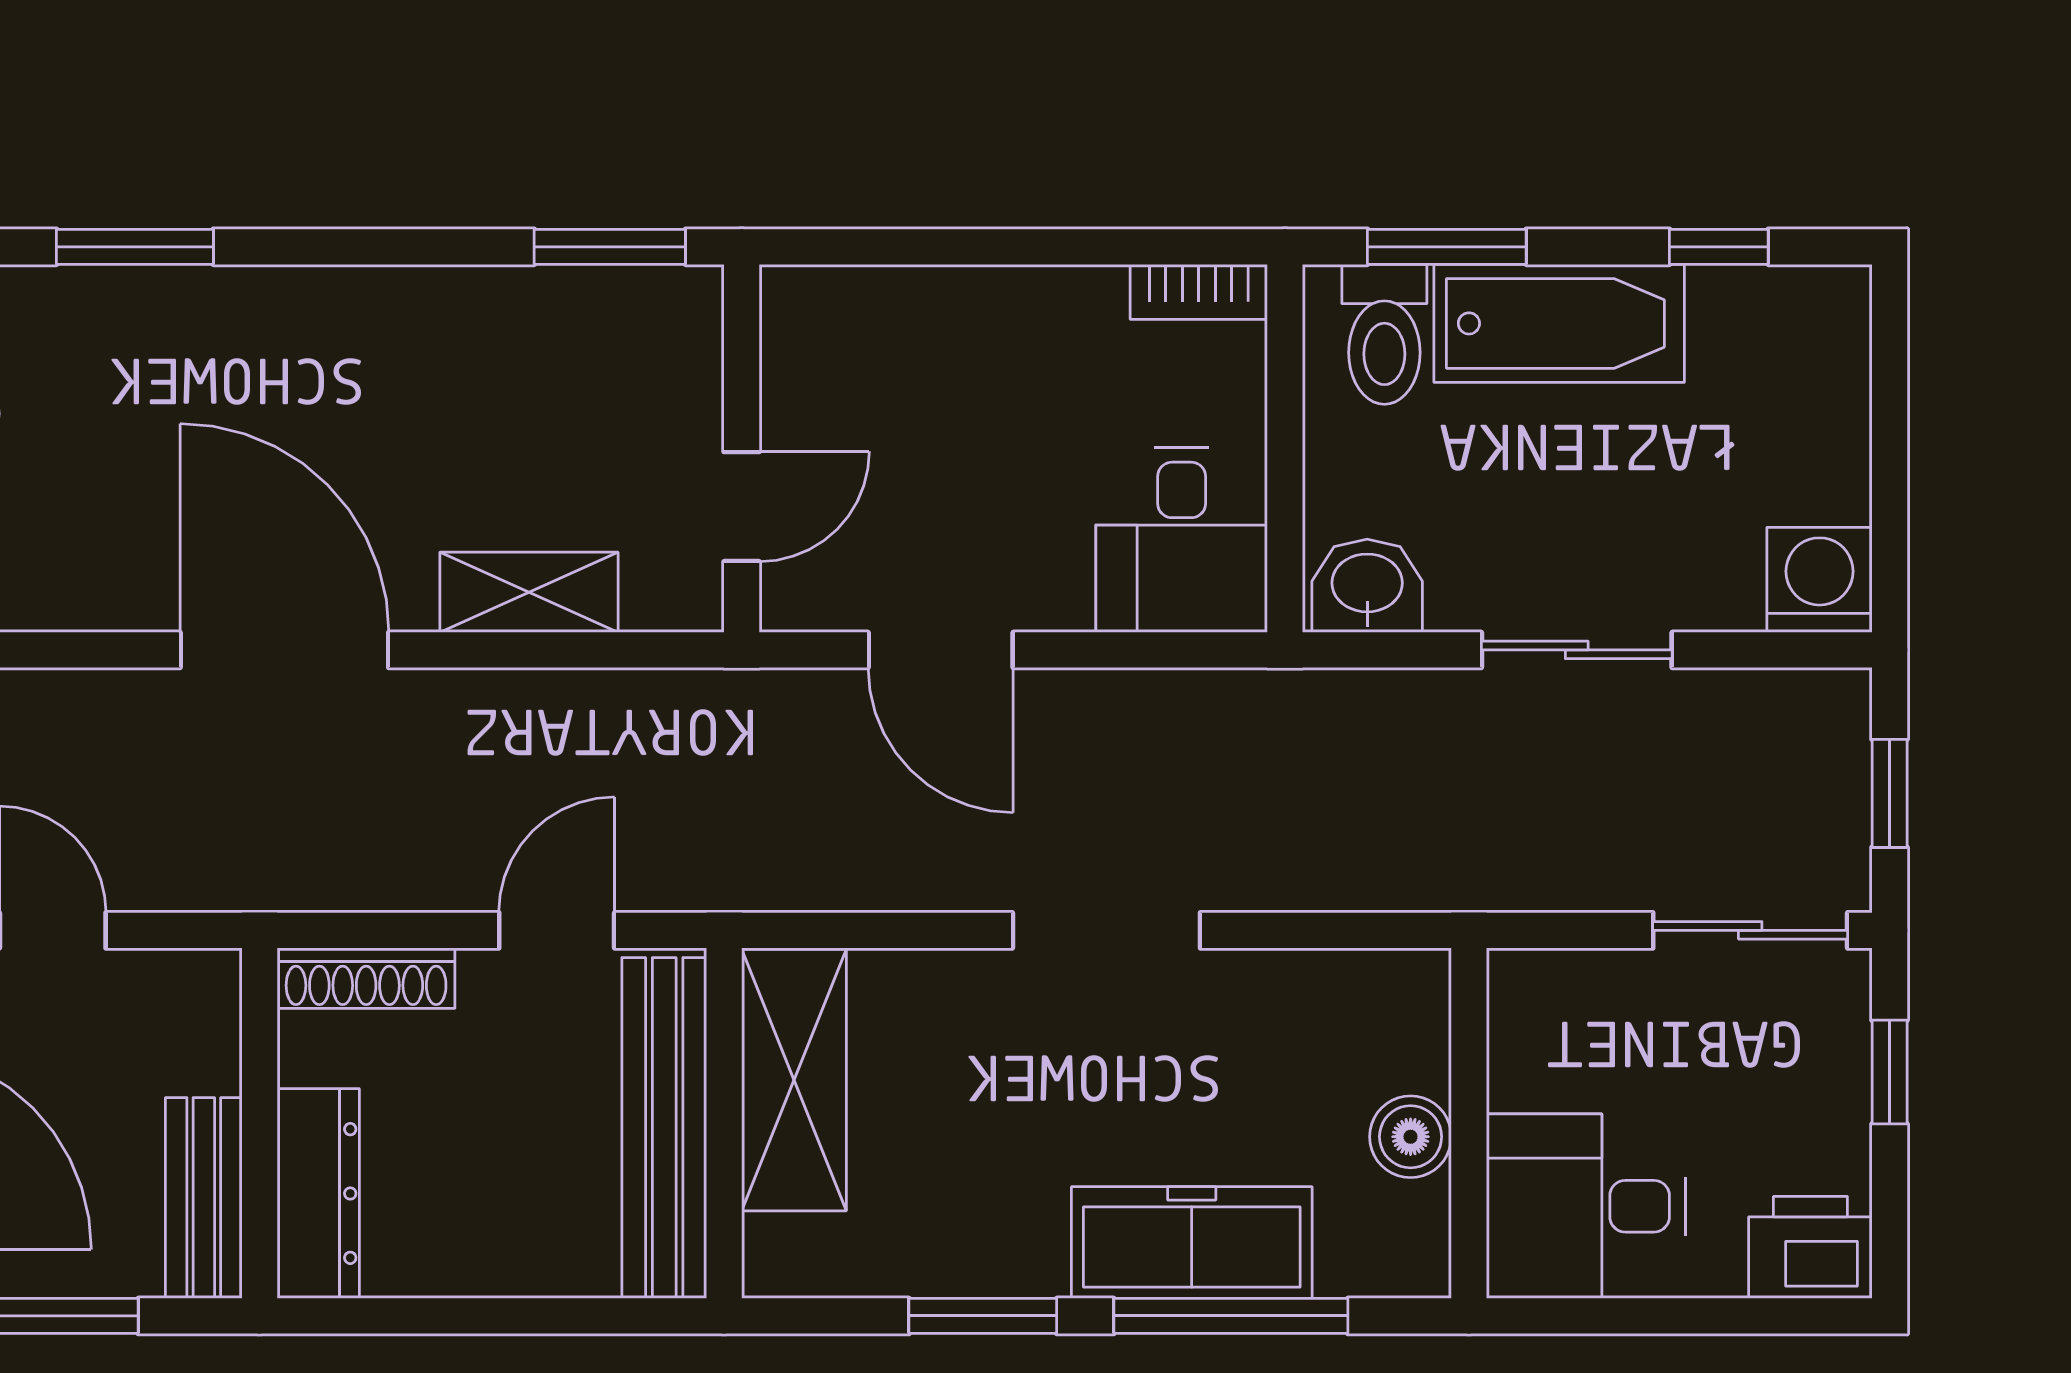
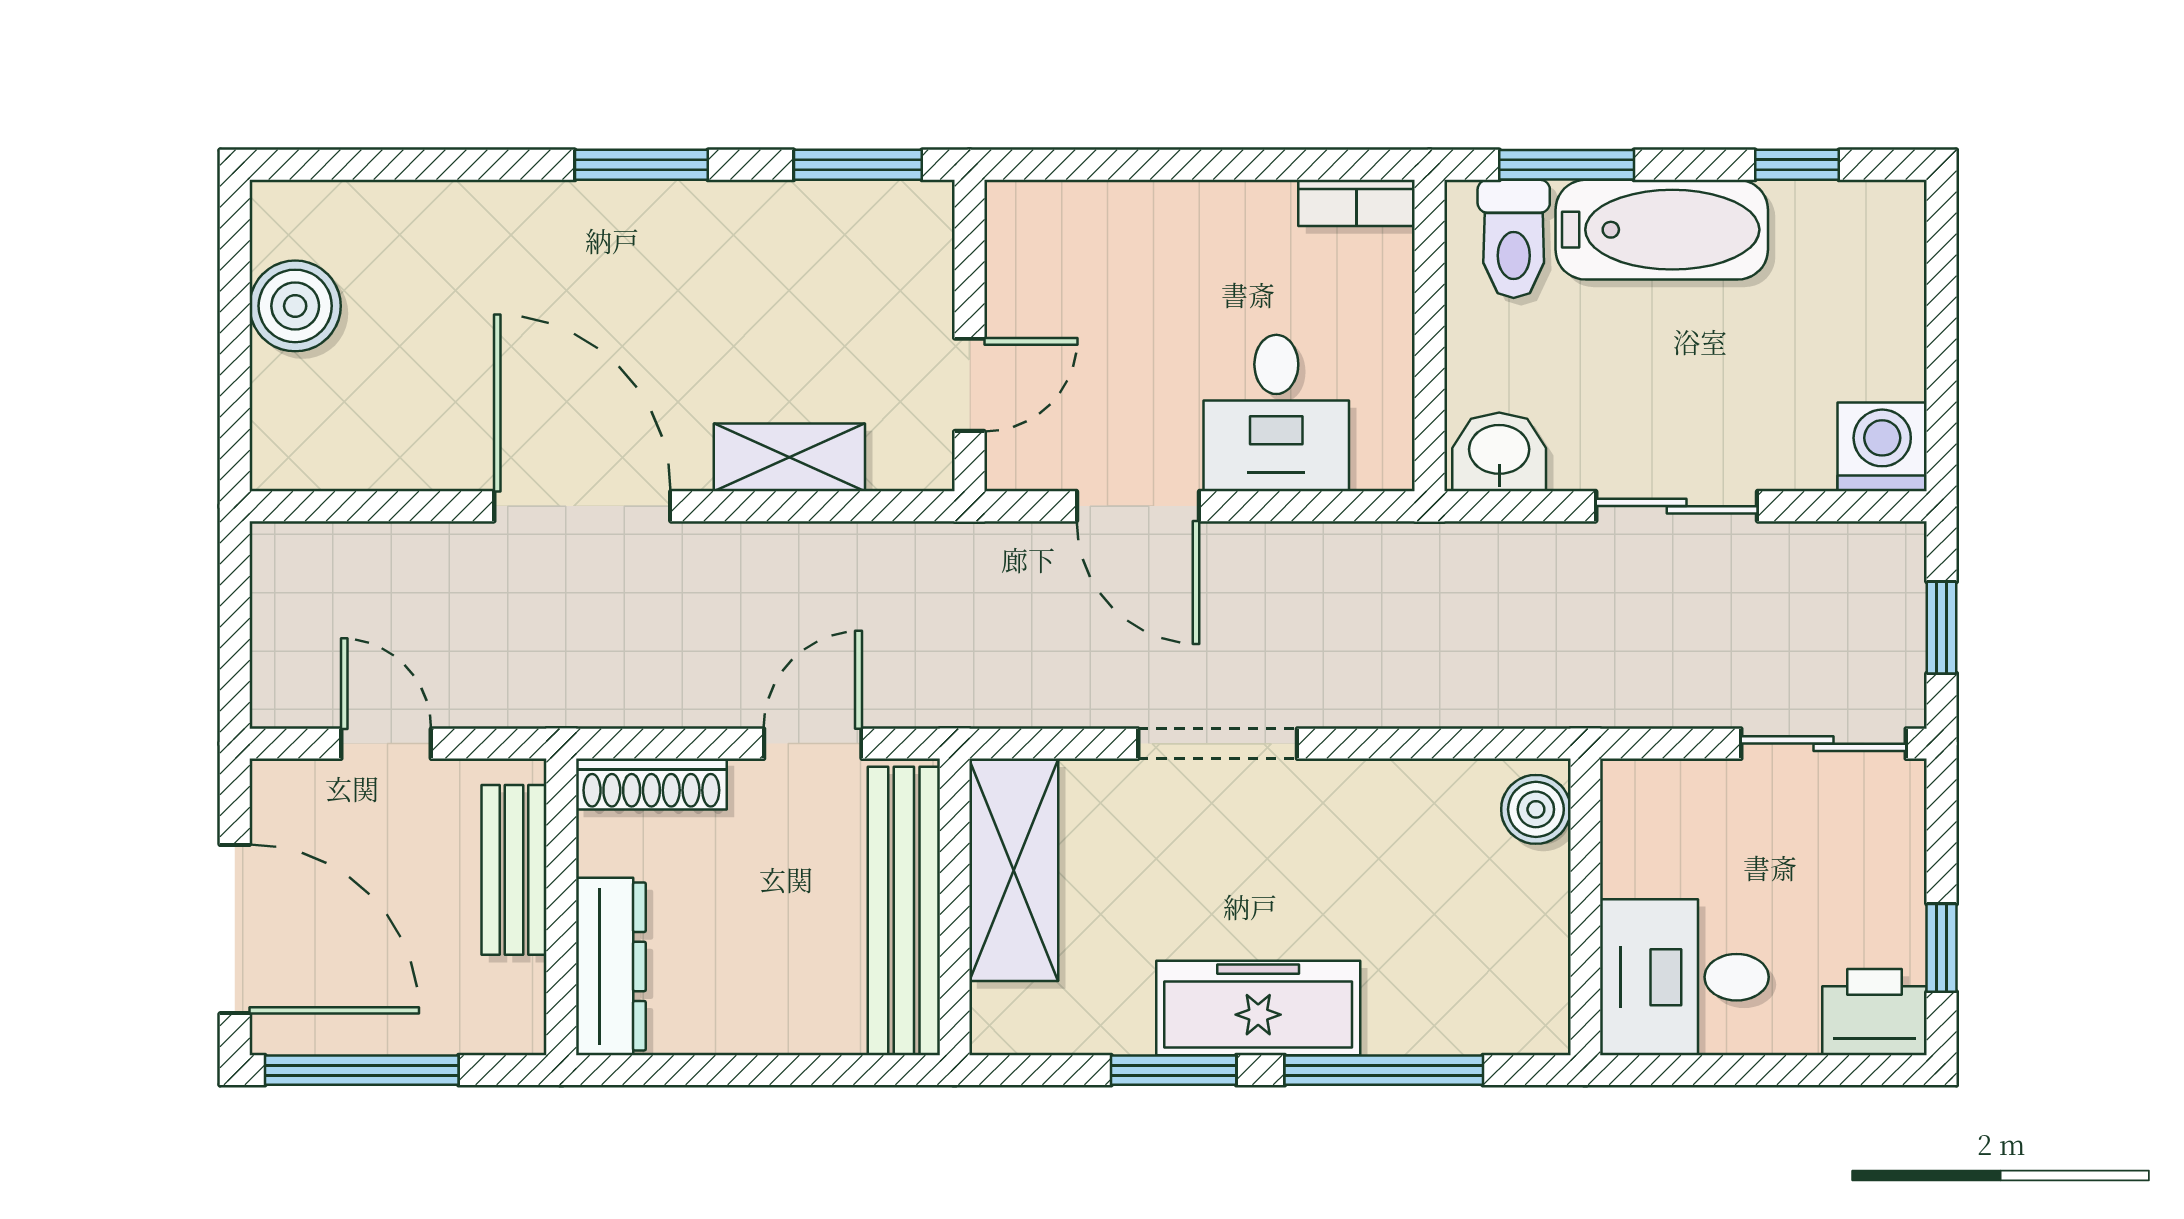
window: (135, 247) -> (641, 165), moved
desk: (1182, 540) -> (1276, 413), moved
doorway: (1106, 930) -> (1218, 744), moved
window: (1890, 1072) -> (1942, 948), moved
boiler: (1411, 1137) -> (1536, 809), moved
bench: (204, 1198) -> (514, 870), moved
freezer: (1192, 1243) -> (1258, 1008), moved

